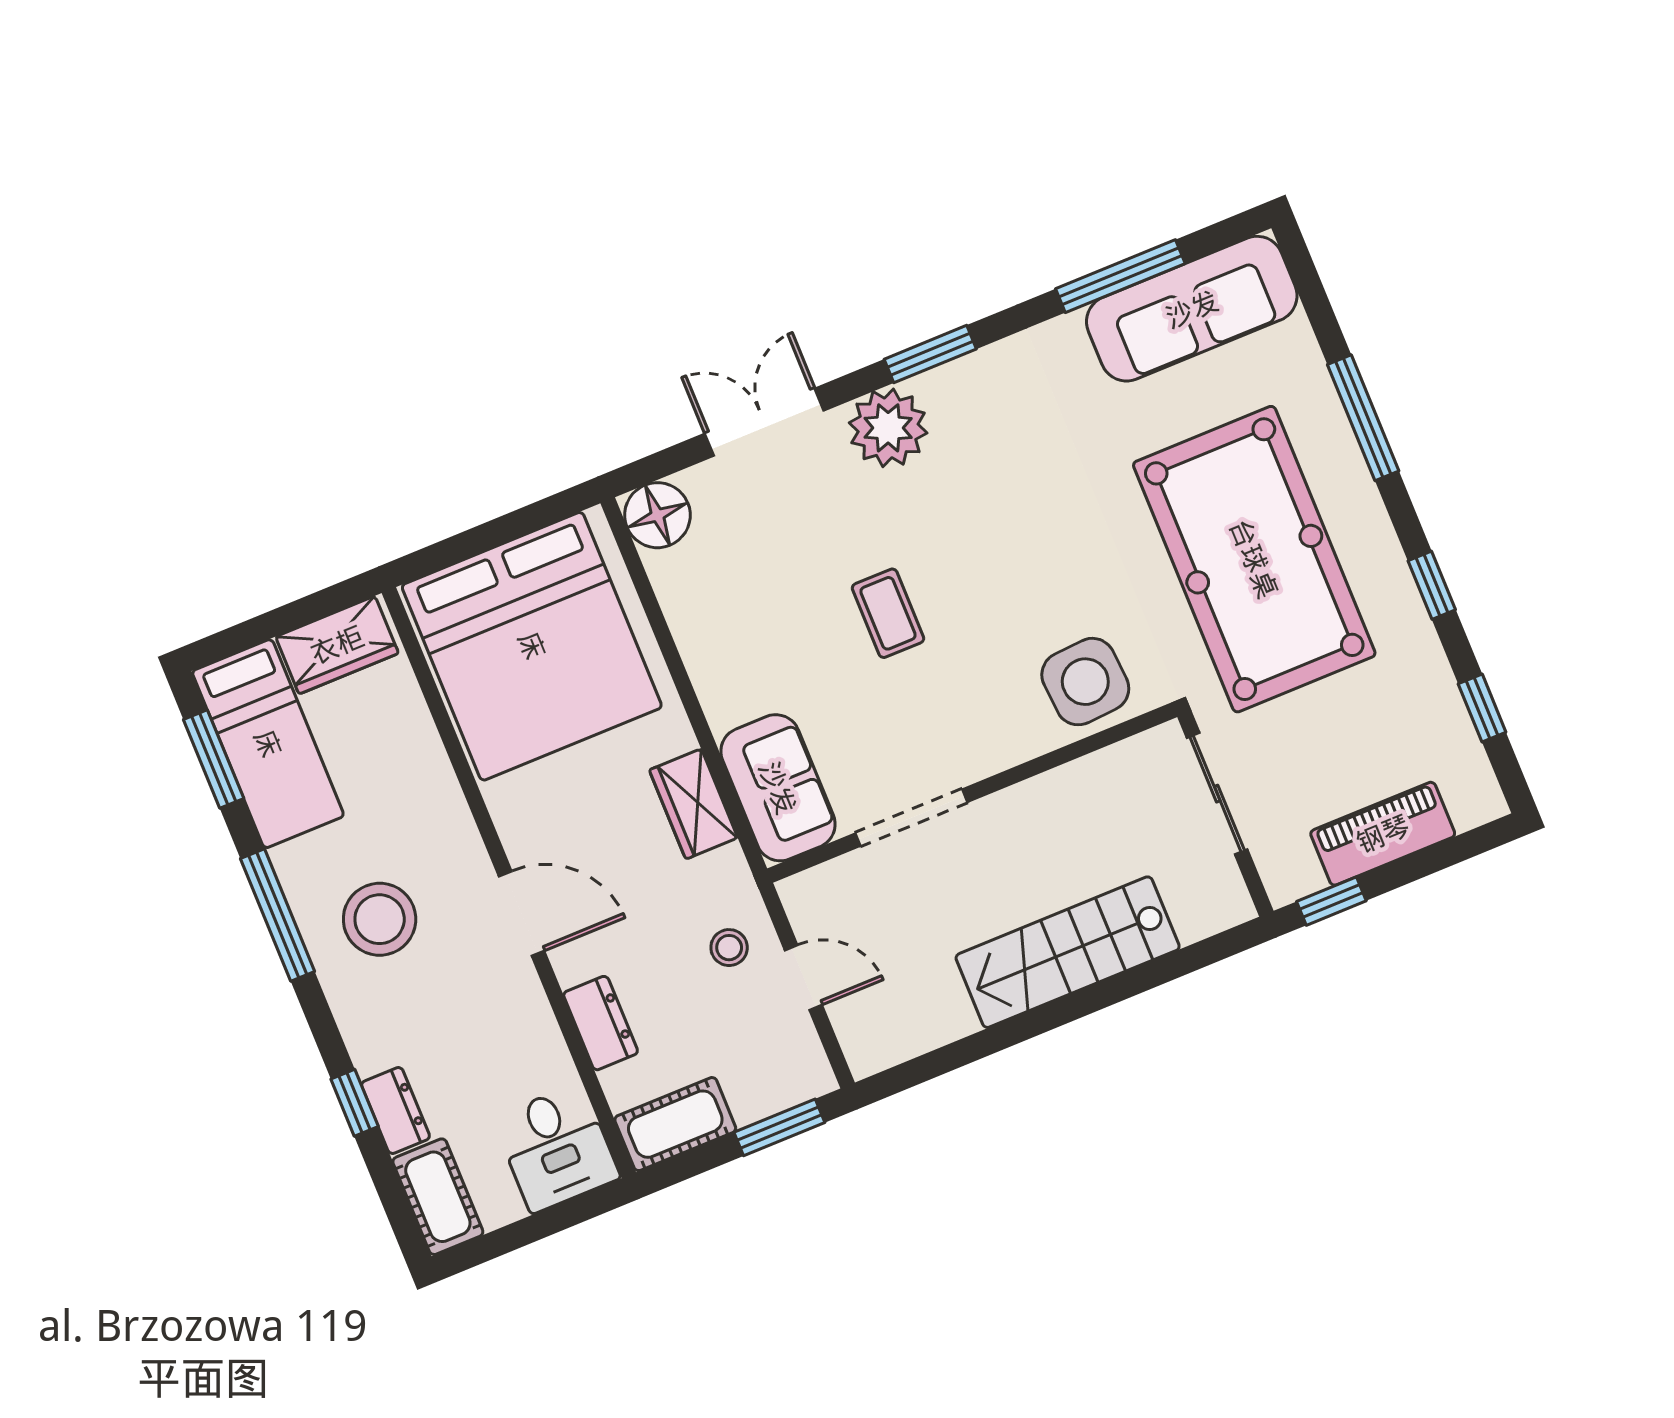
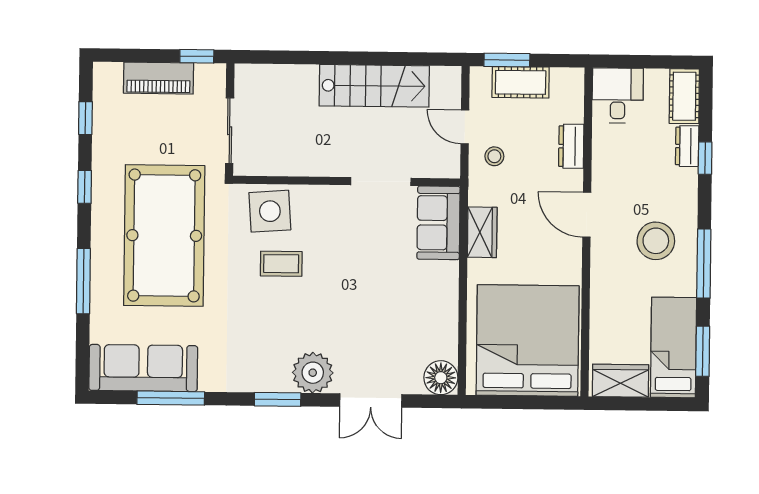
coffee table: (888, 613) -> (281, 264), moved, turned 90
stairs: (1068, 952) -> (374, 86), moved
cot: (675, 1124) -> (521, 82), moved

